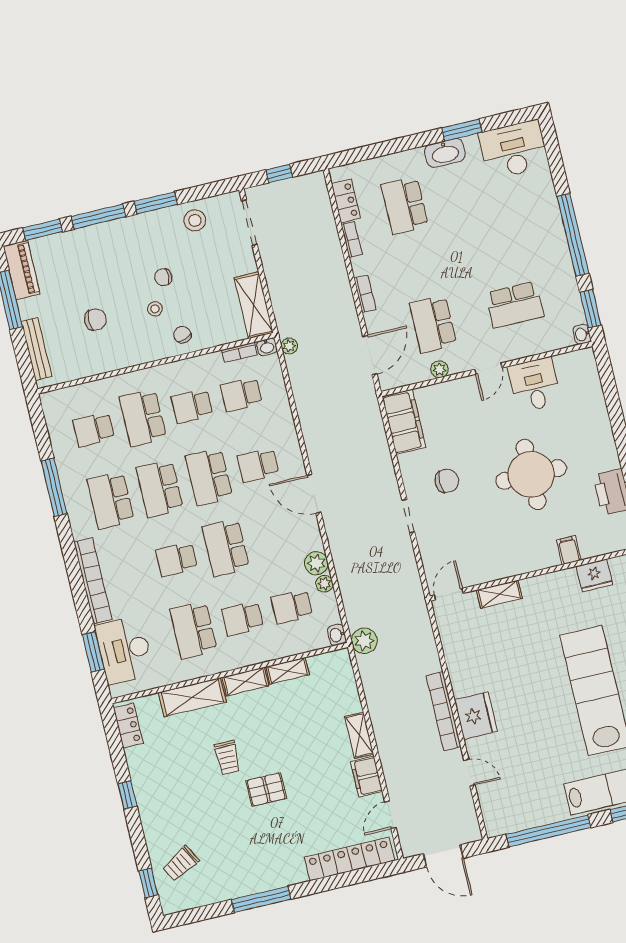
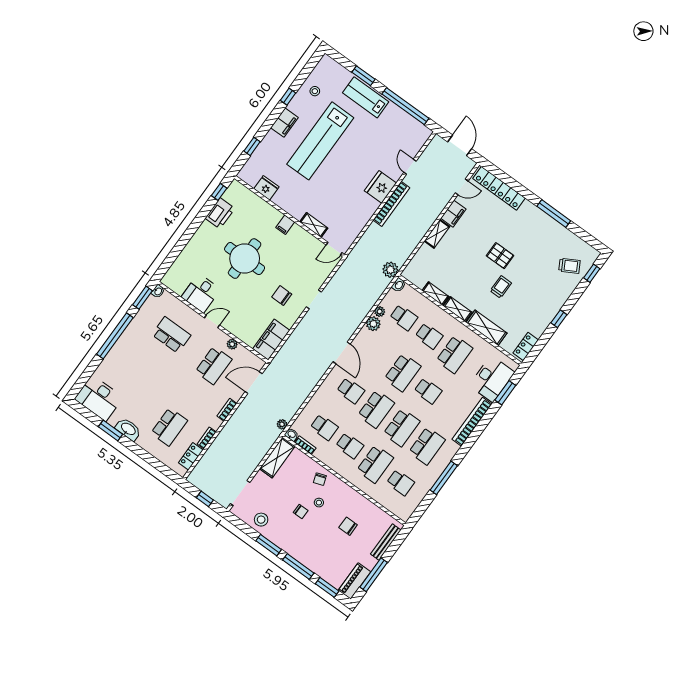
filing cabinet: (569, 550) -> (285, 225), moved

